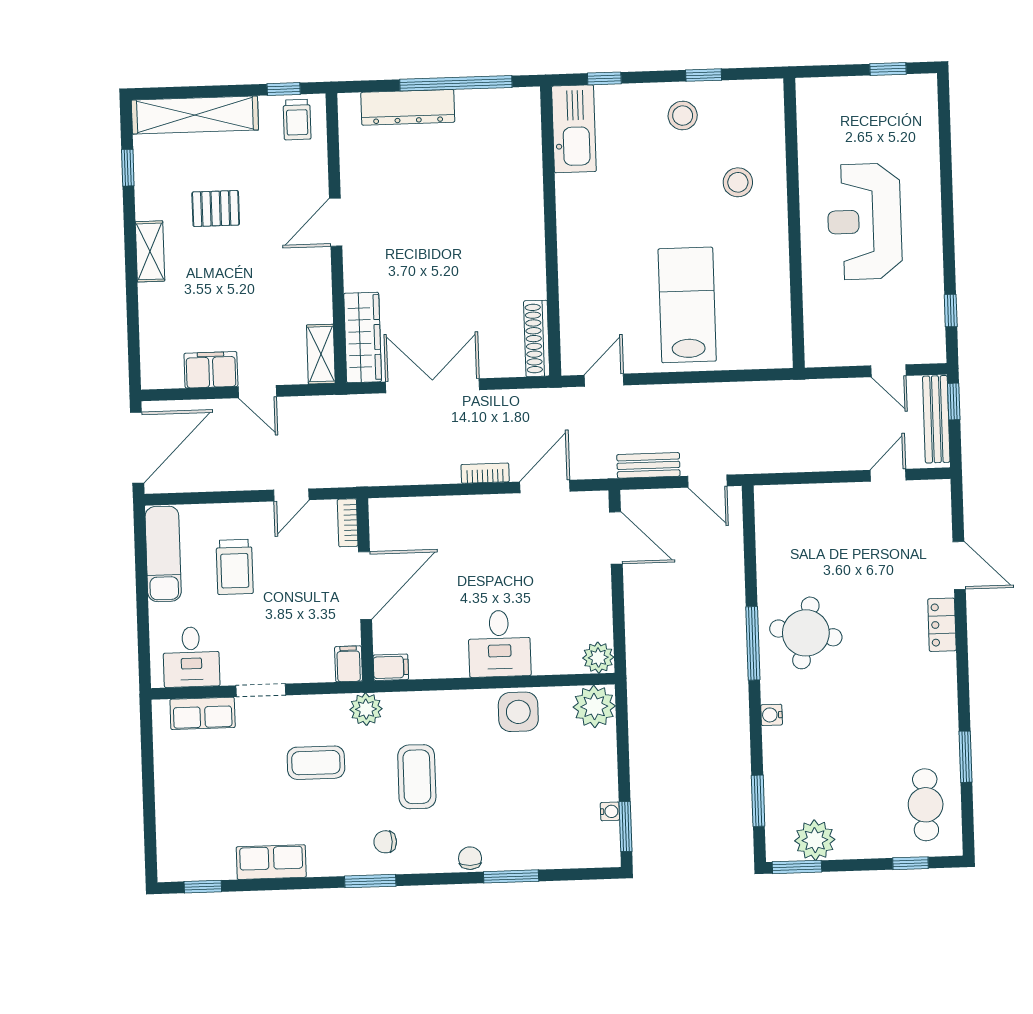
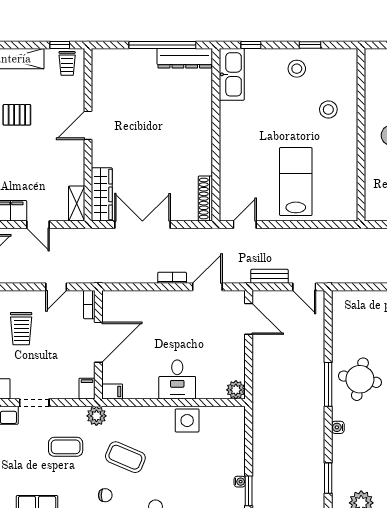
dresser: (408, 107) -> (185, 58), moved
plant: (594, 707) -> (232, 419), removed
coffee table: (417, 777) -> (125, 457), turned -67
chair: (385, 842) -> (105, 495), turned 180

